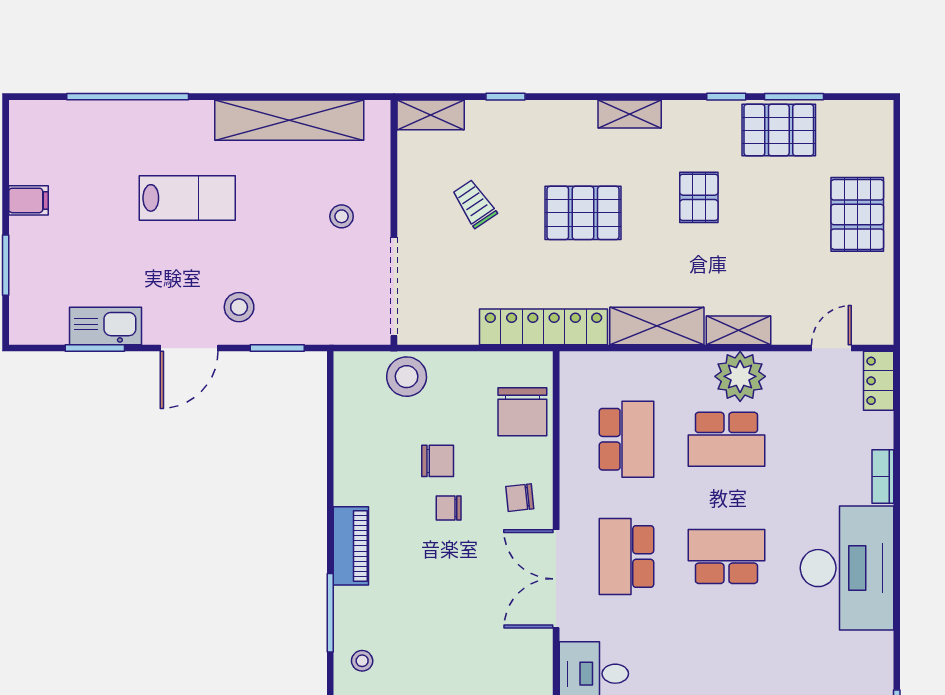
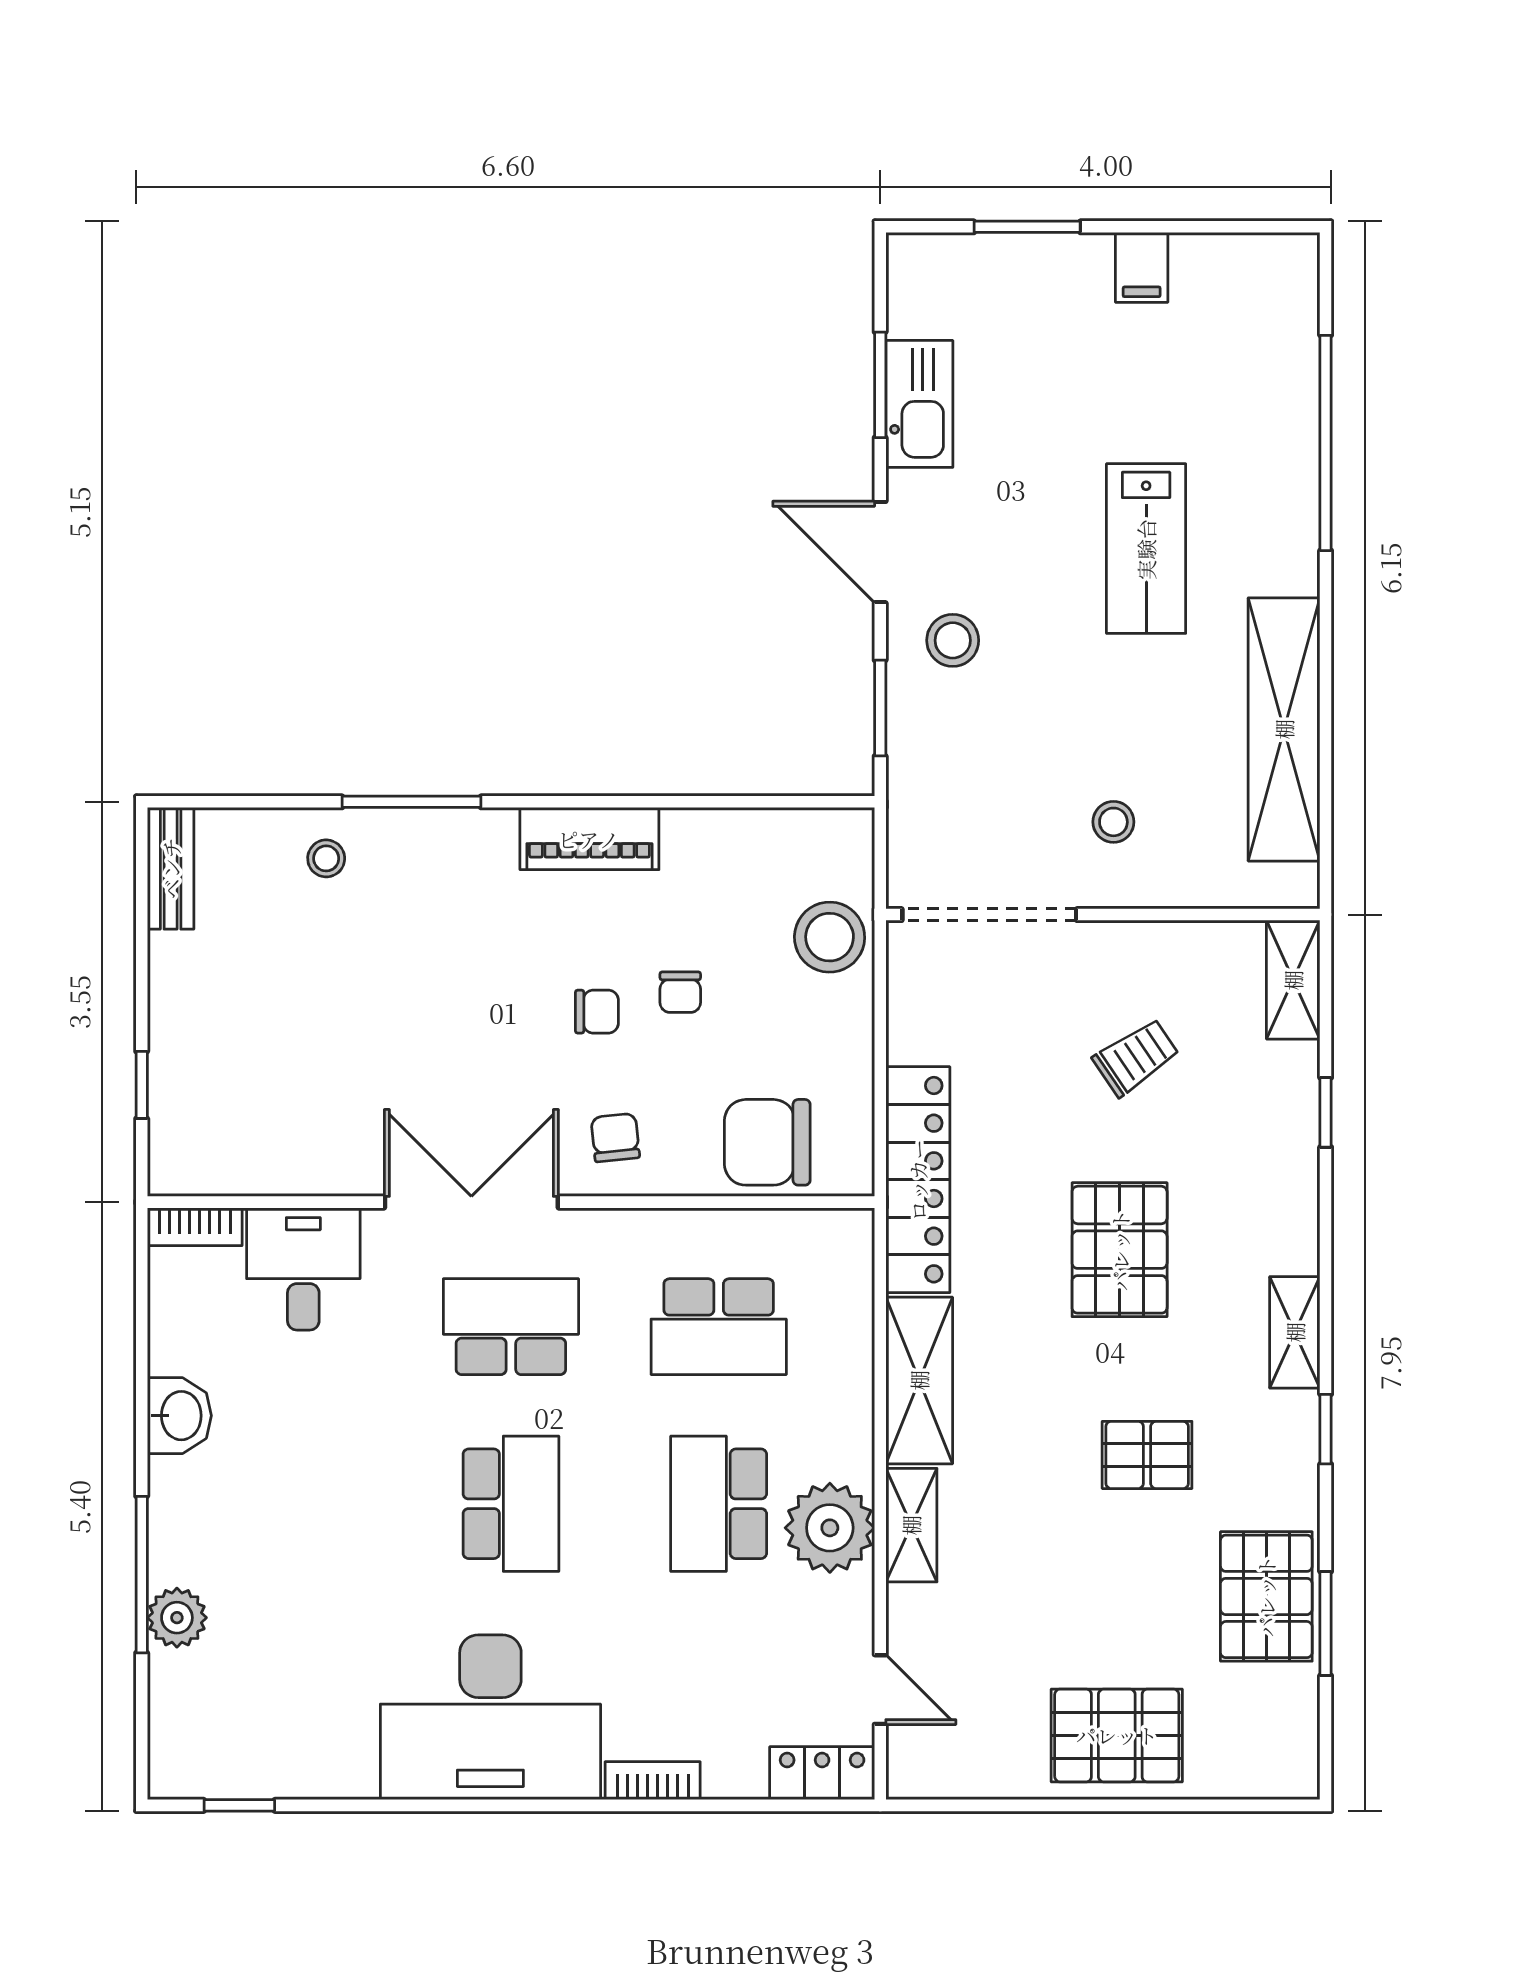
window: (726, 97) -> (1326, 1429), moved
chair: (438, 461) -> (680, 992), width x0.73, depth x0.73
chair: (449, 508) -> (597, 1012), turned 90
piano: (351, 546) -> (589, 839), moved

